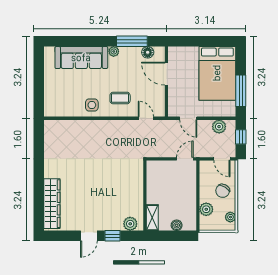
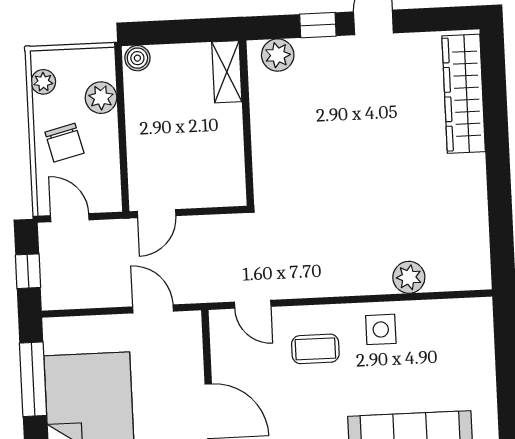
plant: (219, 127) -> (409, 277), moved
chair: (223, 191) -> (64, 143), turned 136
boiler: (177, 225) -> (137, 58), moved

